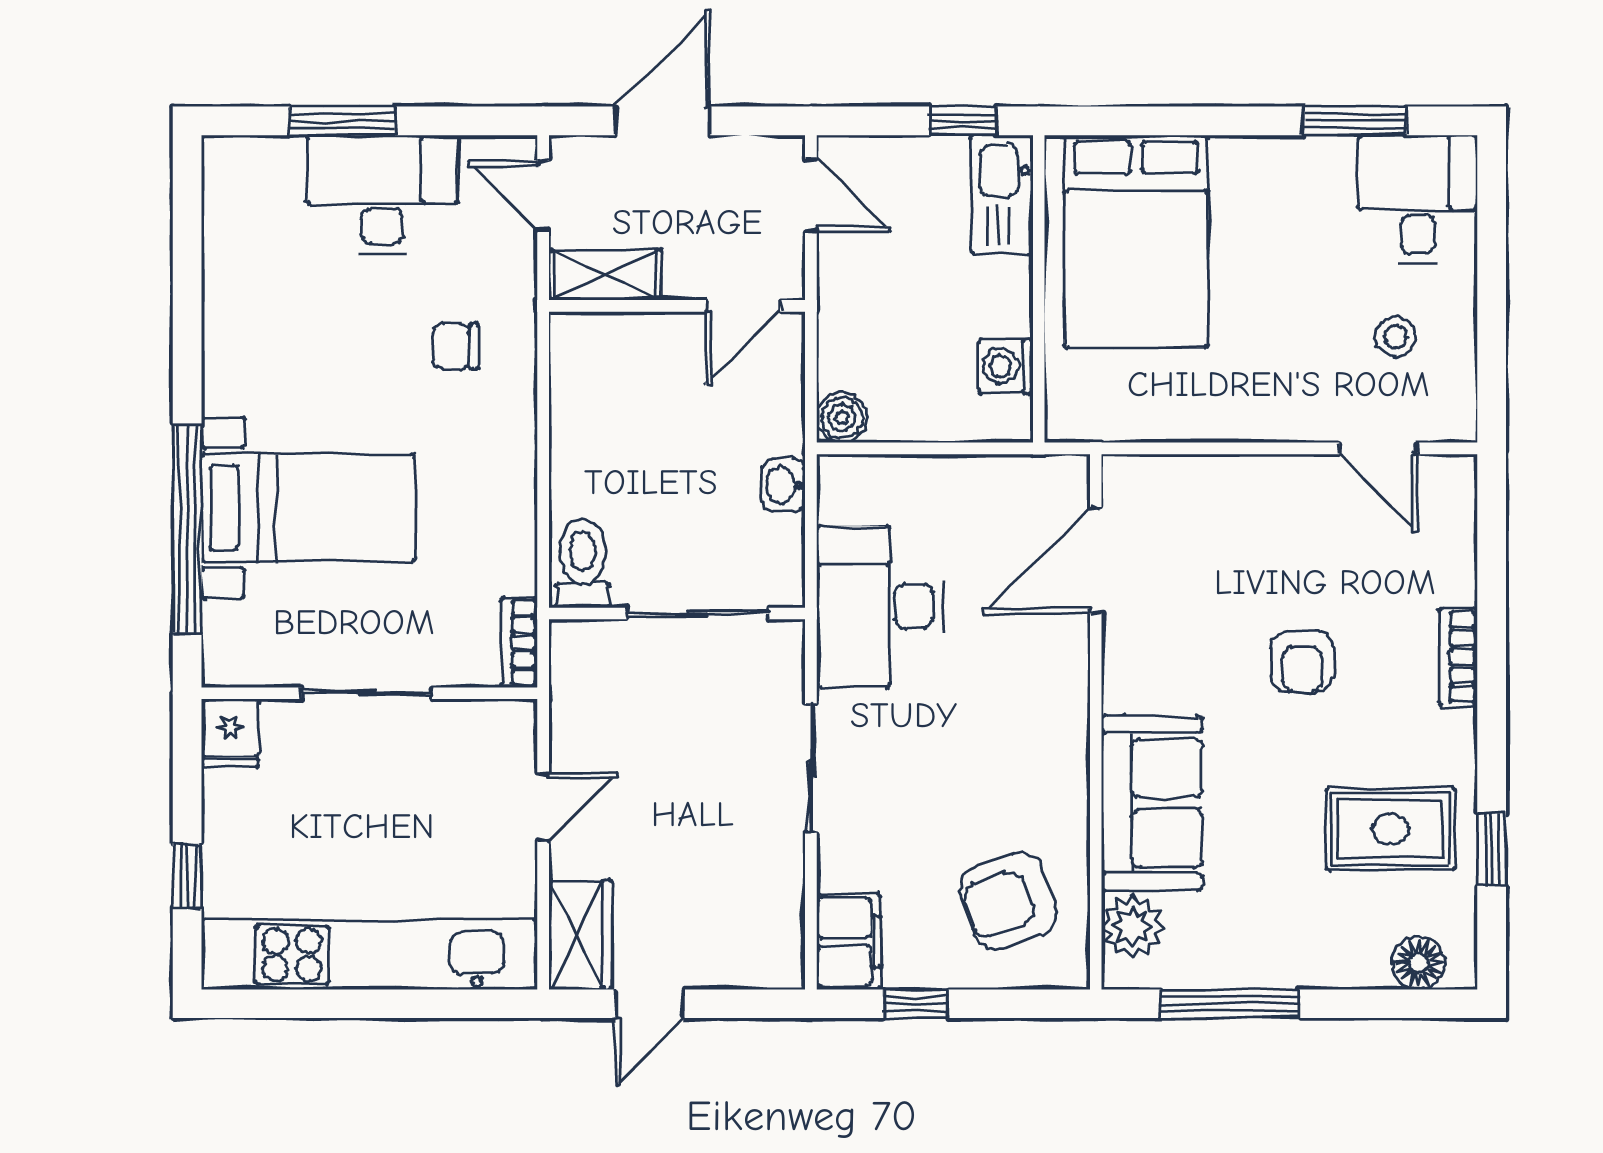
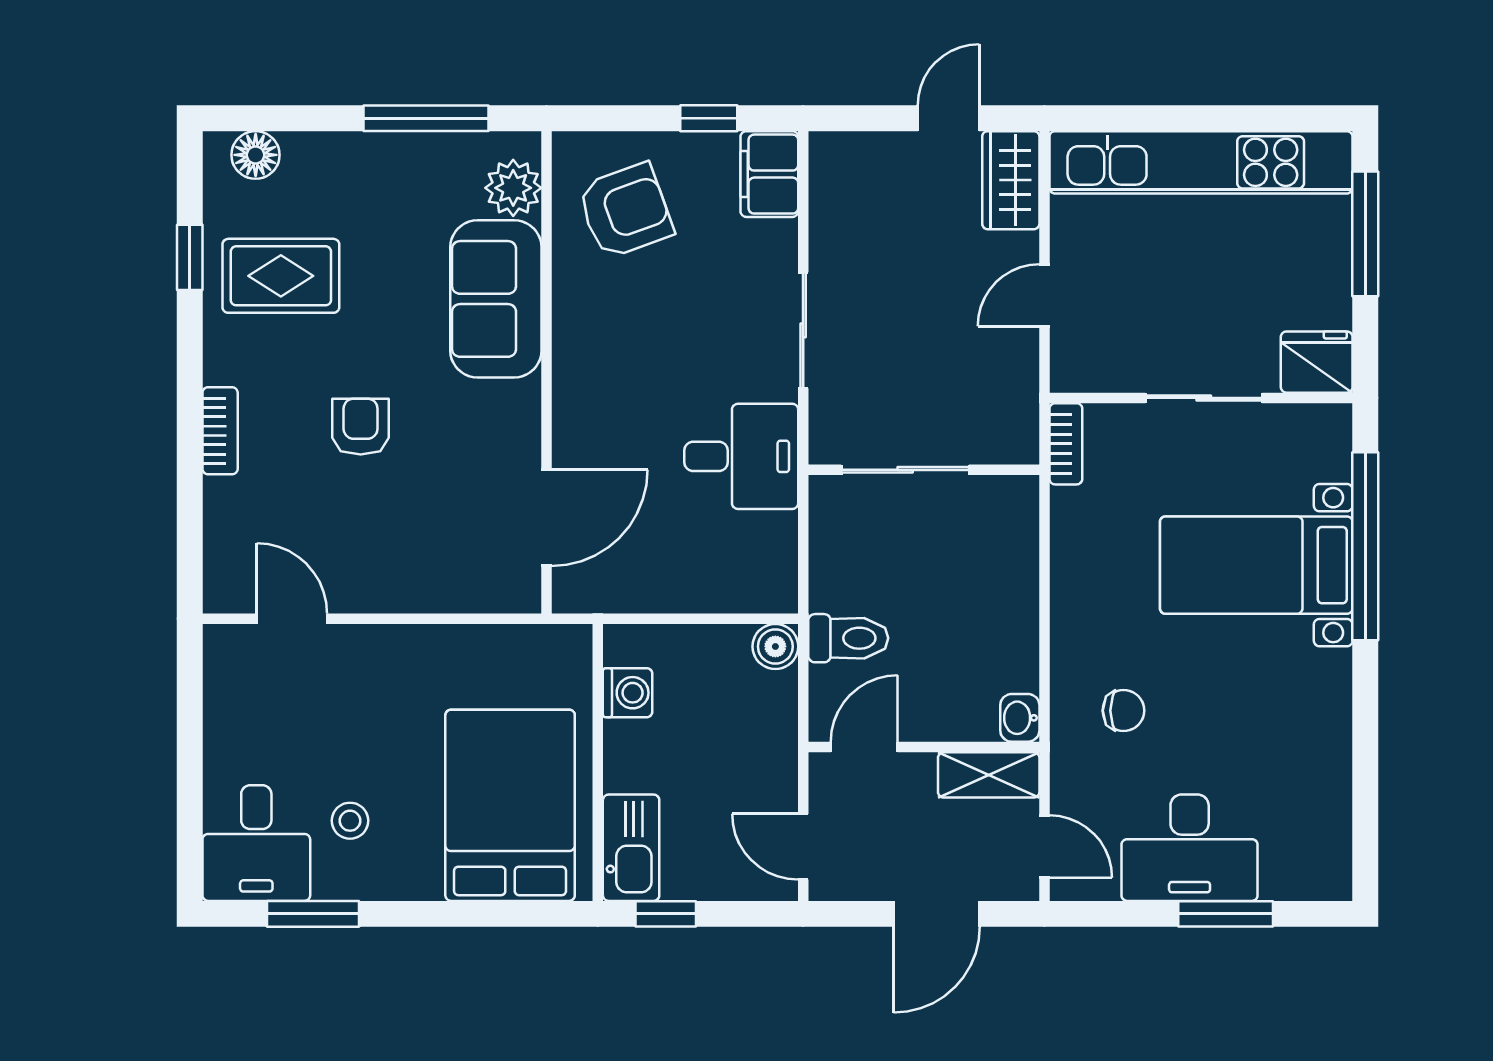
stool: (1396, 337) -> (350, 821), moved
washbasin: (784, 485) -> (1020, 718), moved, turned 180
toilet: (582, 564) -> (848, 638), moved, turned -90
desk: (880, 607) -> (741, 456), width x0.73
fridge: (230, 733) -> (1317, 362), width x1.38
window: (187, 875) -> (1365, 234), width x2.17

